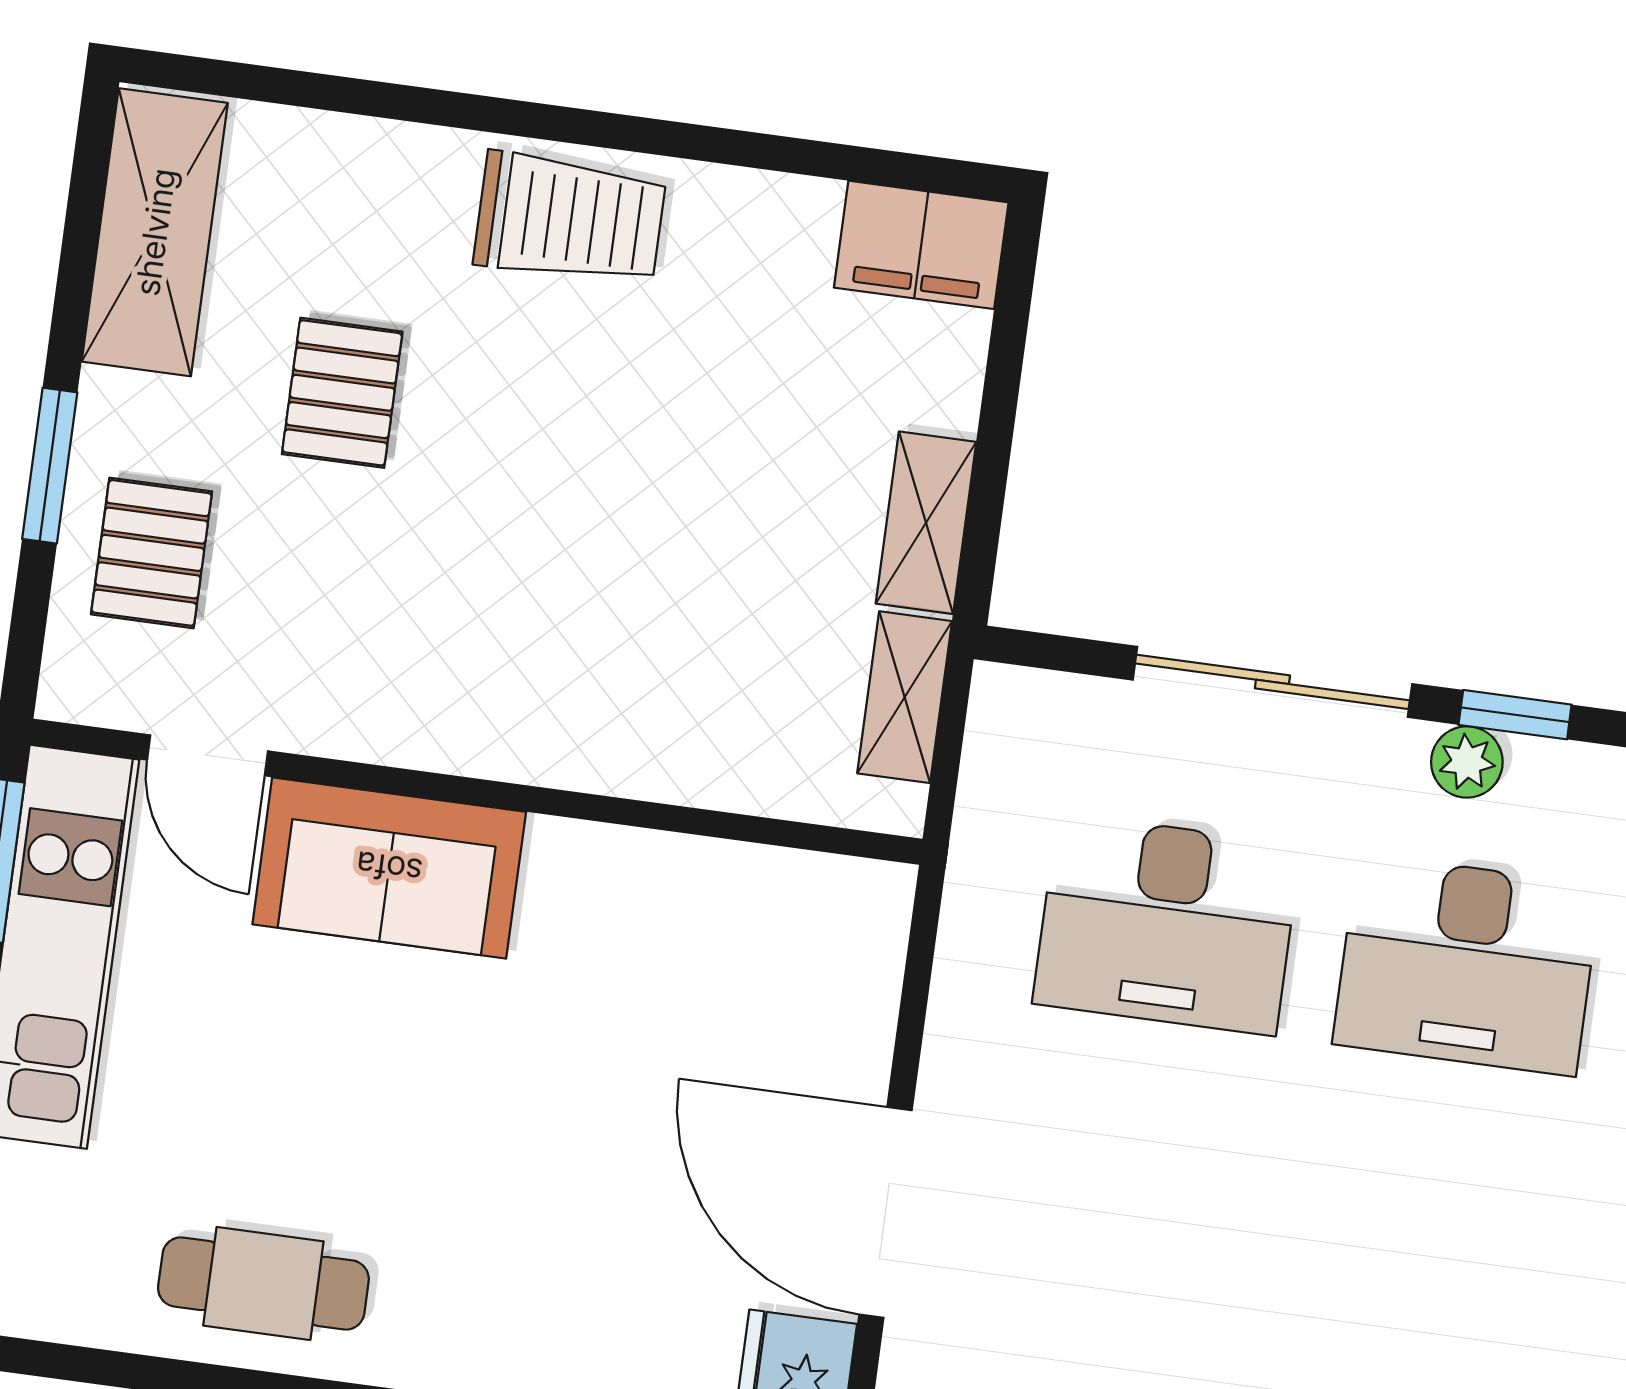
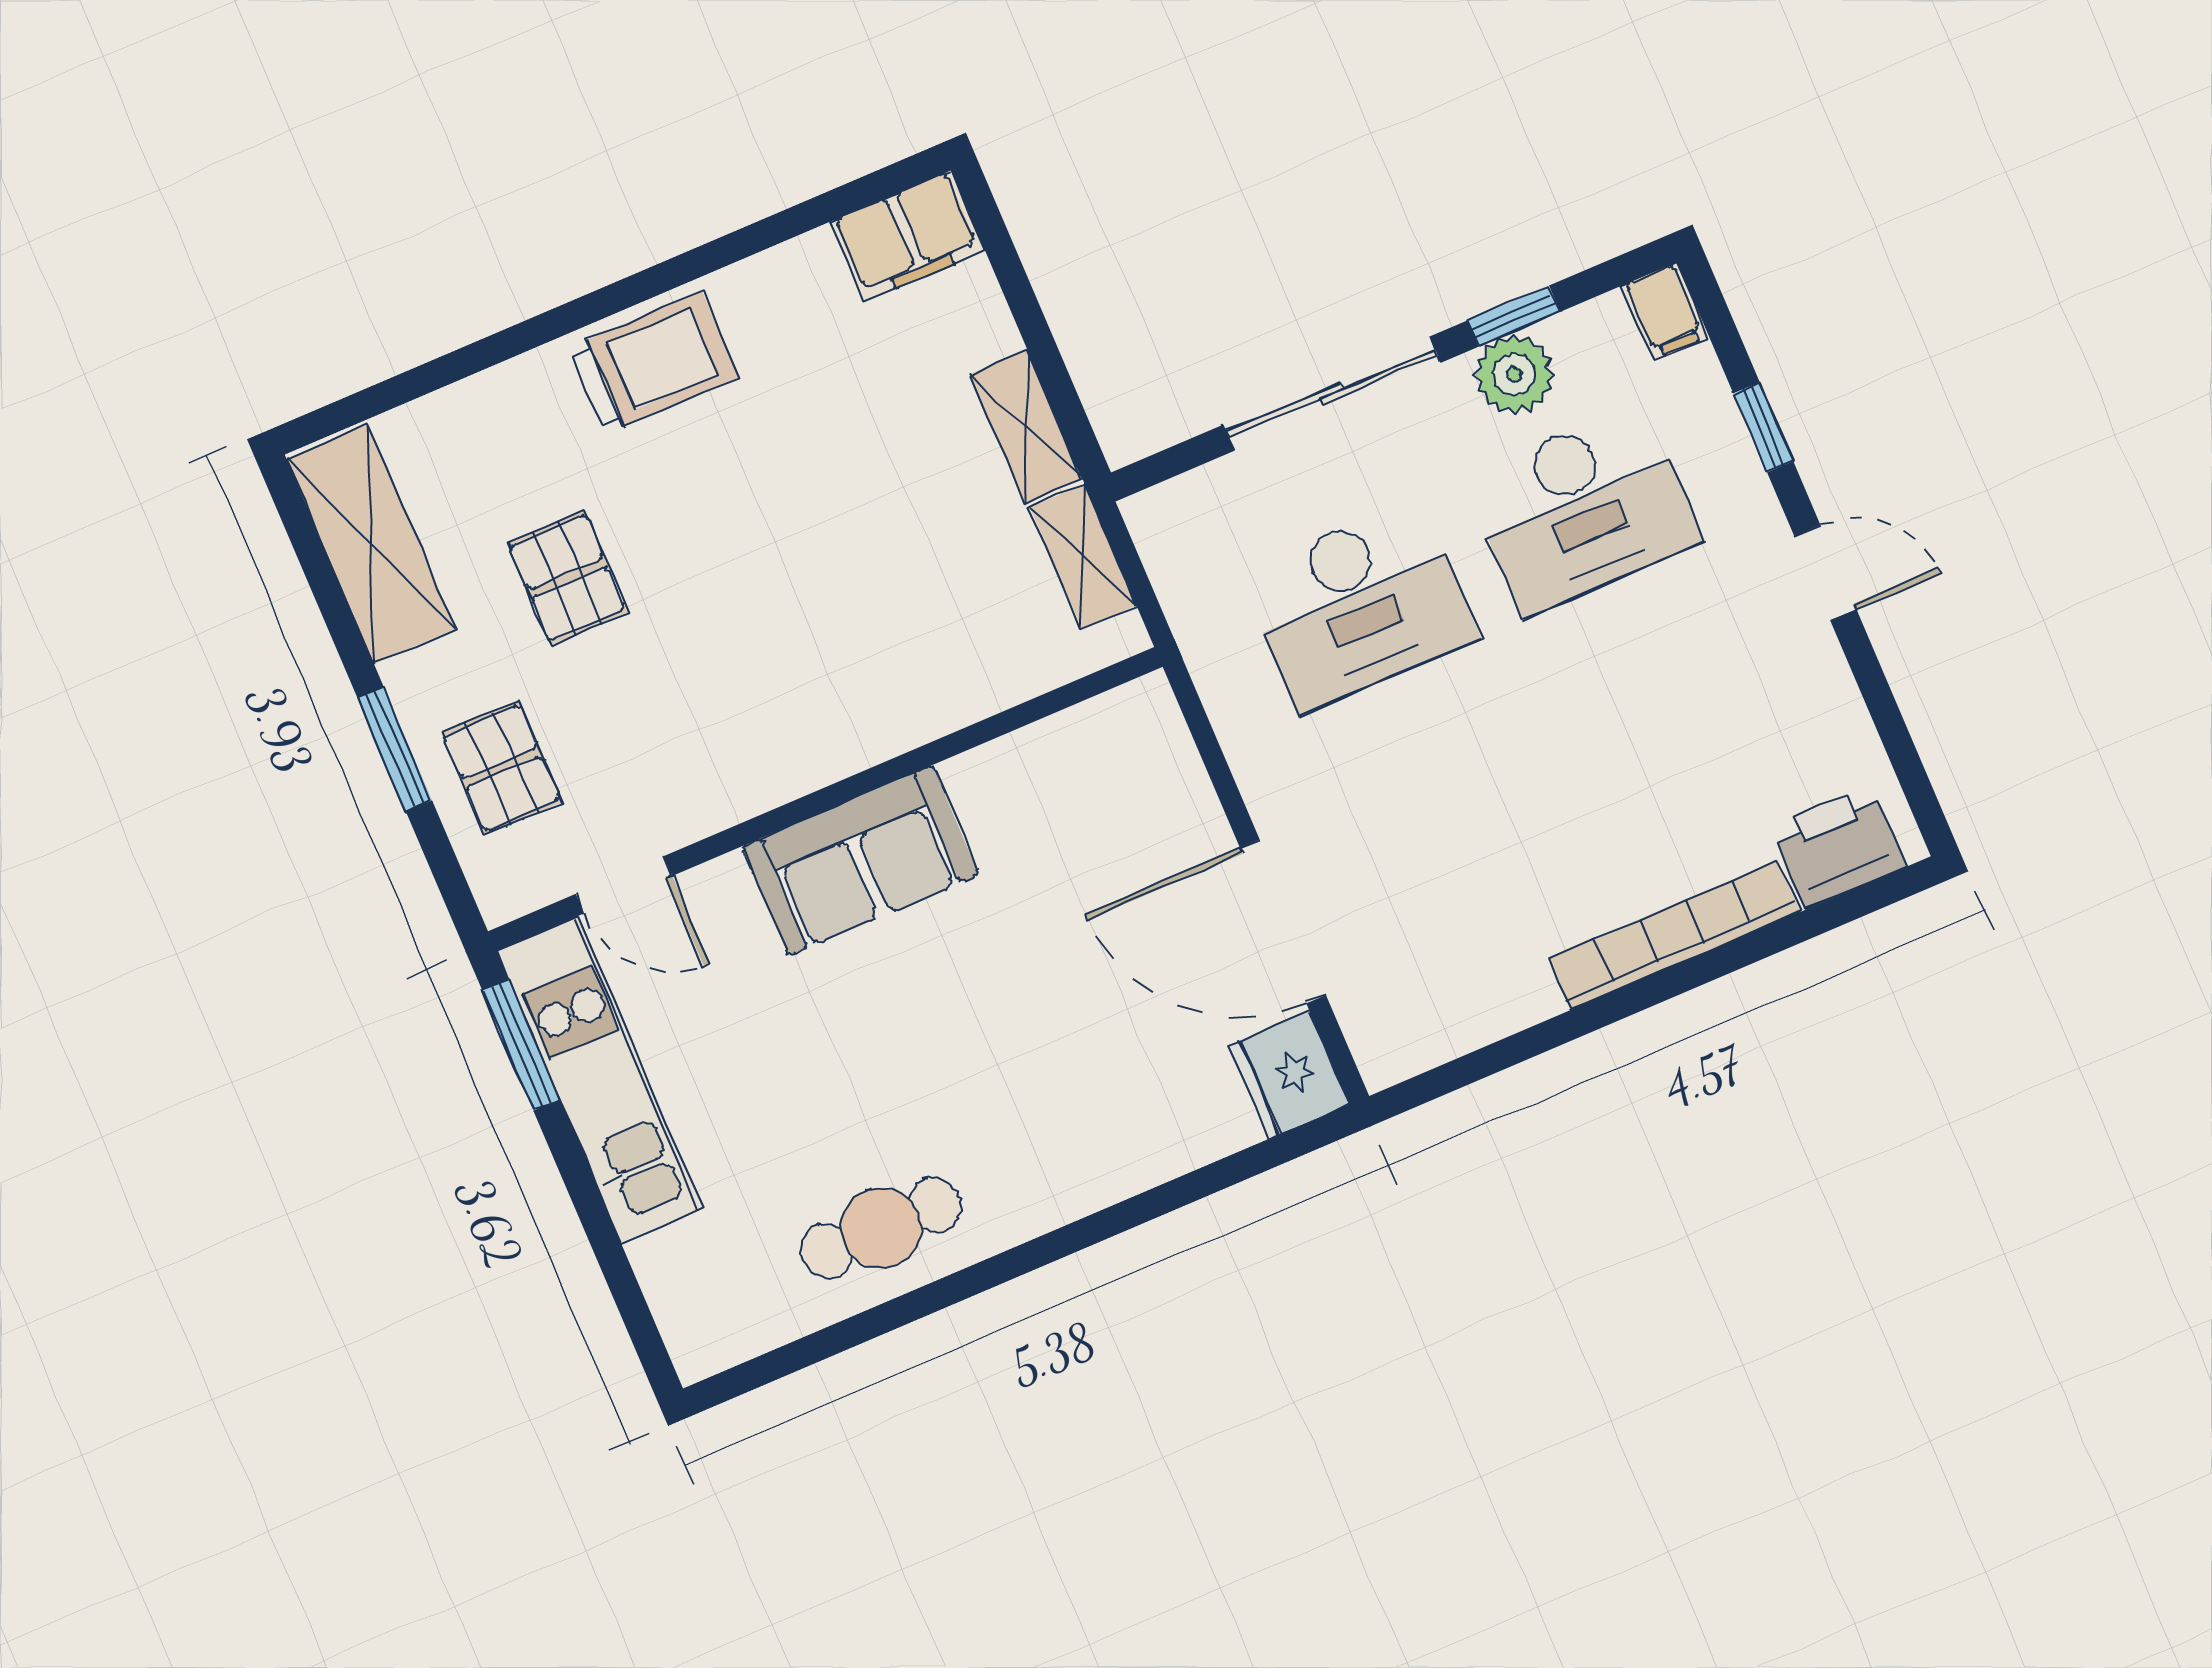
plant: (1467, 762) -> (1514, 375), width x1.38, depth x1.38
sofa: (389, 868) -> (861, 861), moved

